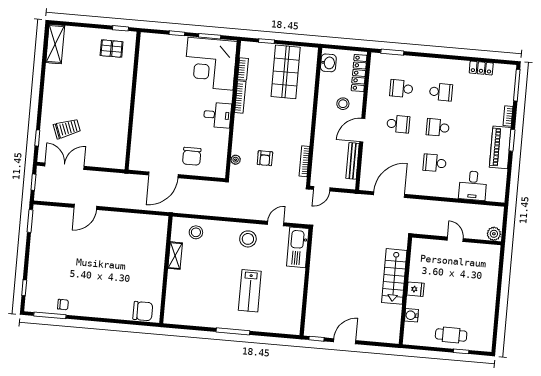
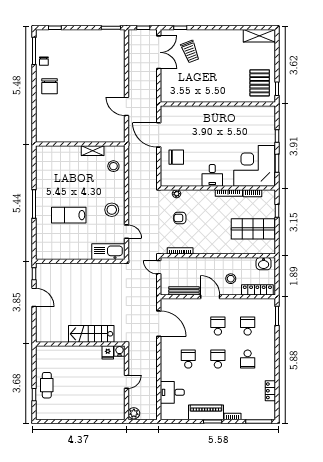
pallet: (112, 49) -> (260, 83), width x1.50, depth x1.42
school desk: (398, 124) -> (218, 326), turned 180
chair: (192, 156) -> (176, 157), turned 180
door: (85, 207) -> (126, 106), moved
fridge: (416, 289) -> (108, 352), moved
chair: (143, 311) -> (50, 86), moved
water cooler: (412, 315) -> (120, 351), moved

